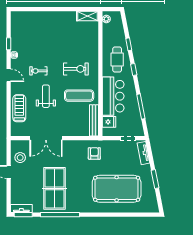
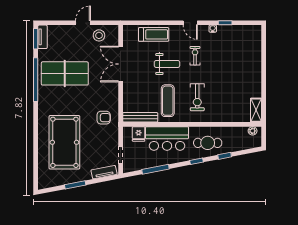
door: (9, 75) -> (190, 23), hinge flipped

